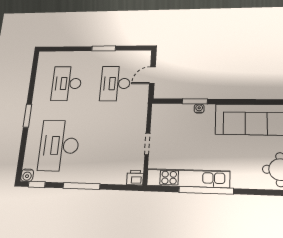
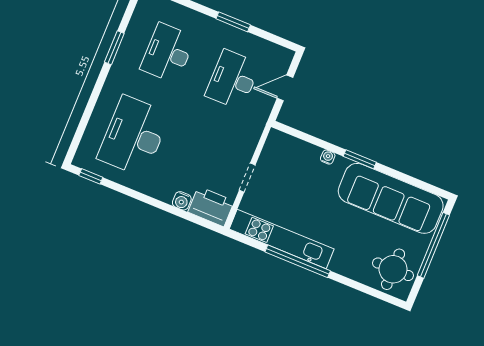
window: (195, 101) -> (360, 159), moved
window: (27, 116) -> (114, 48), moved
water cooler: (27, 175) -> (182, 201), moved
printer: (135, 178) -> (211, 207), width x1.87, depth x1.48
window: (82, 186) -> (148, 200), removed

